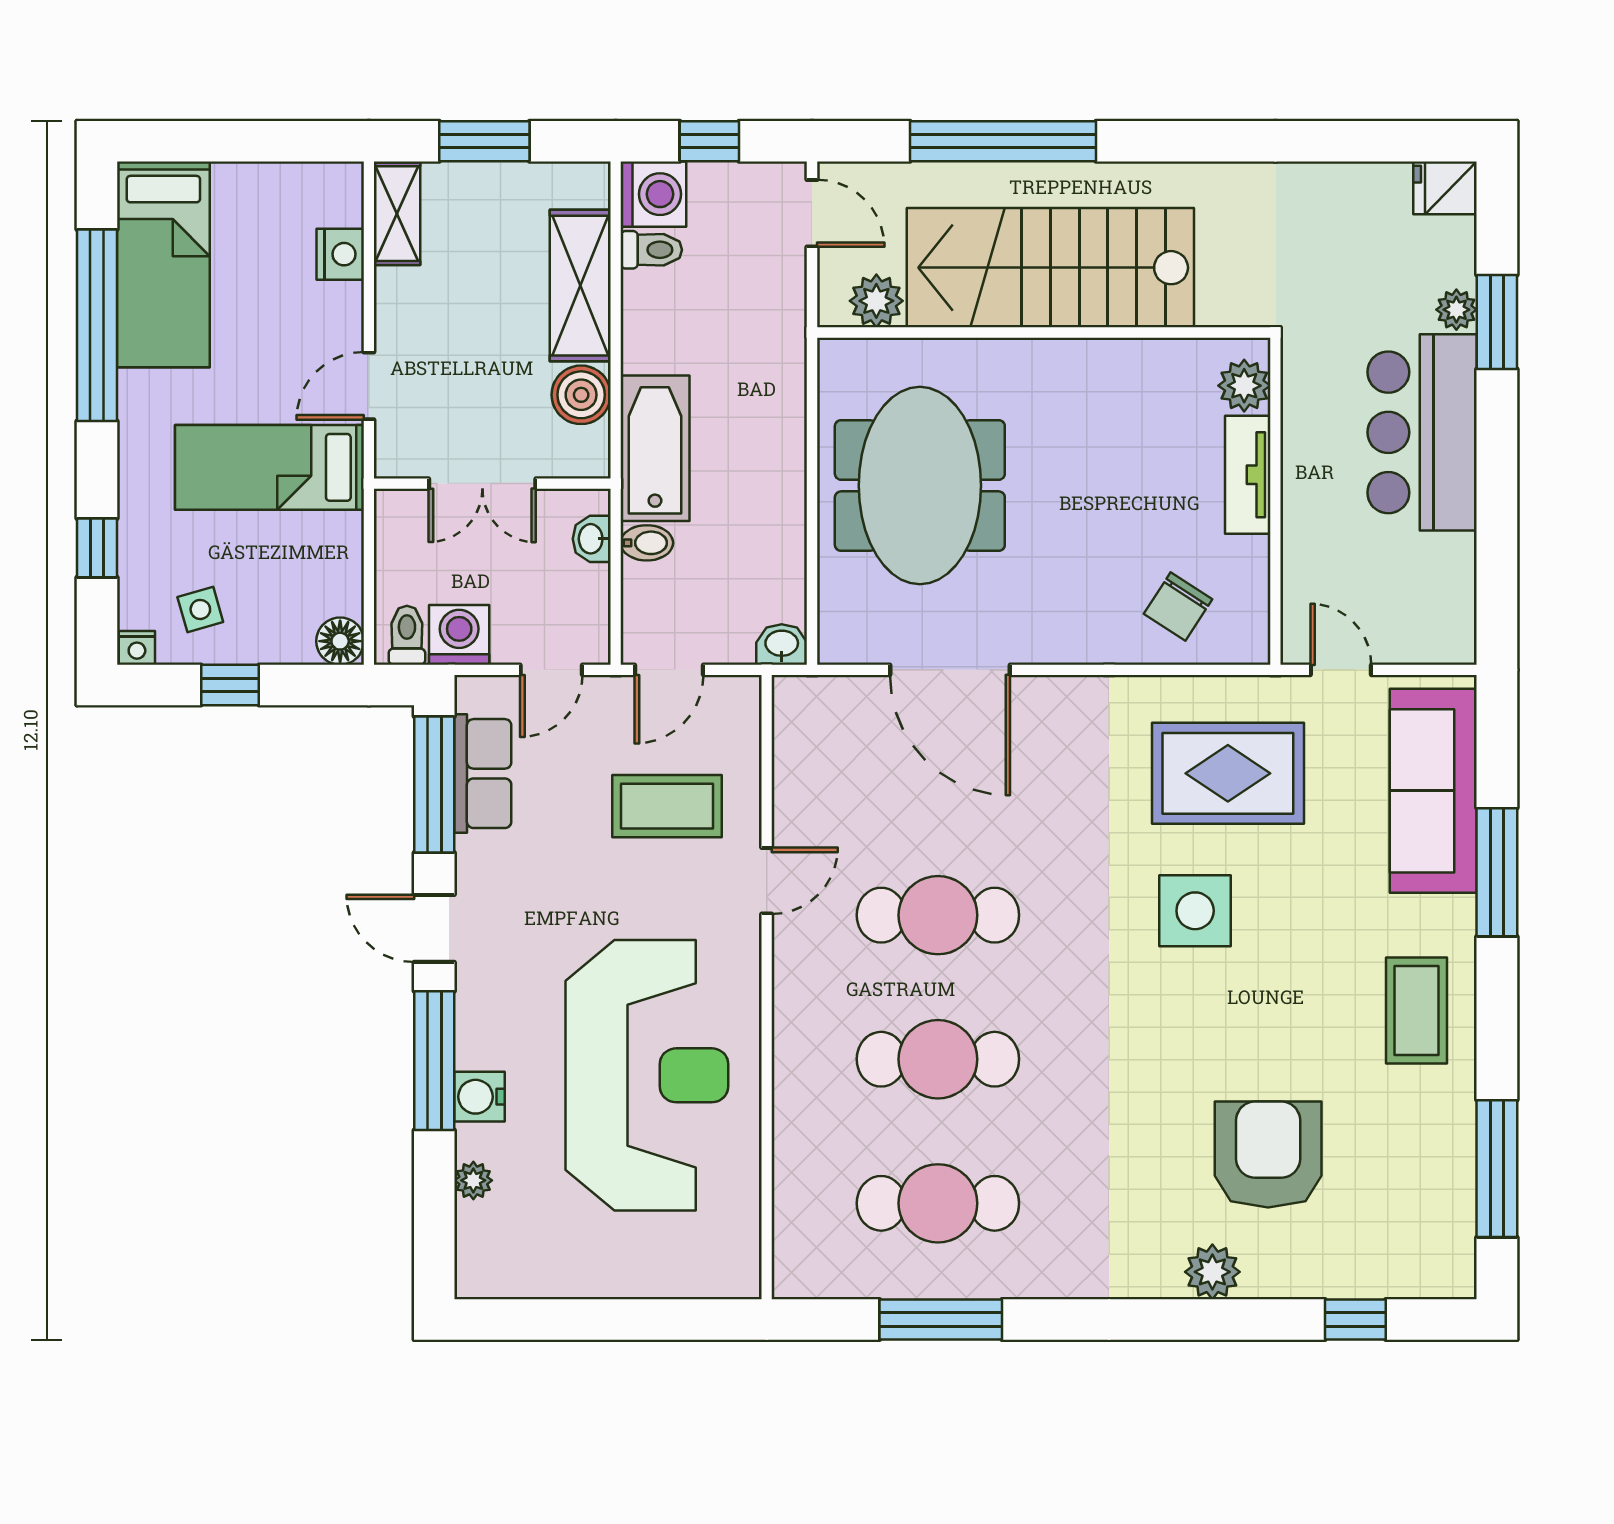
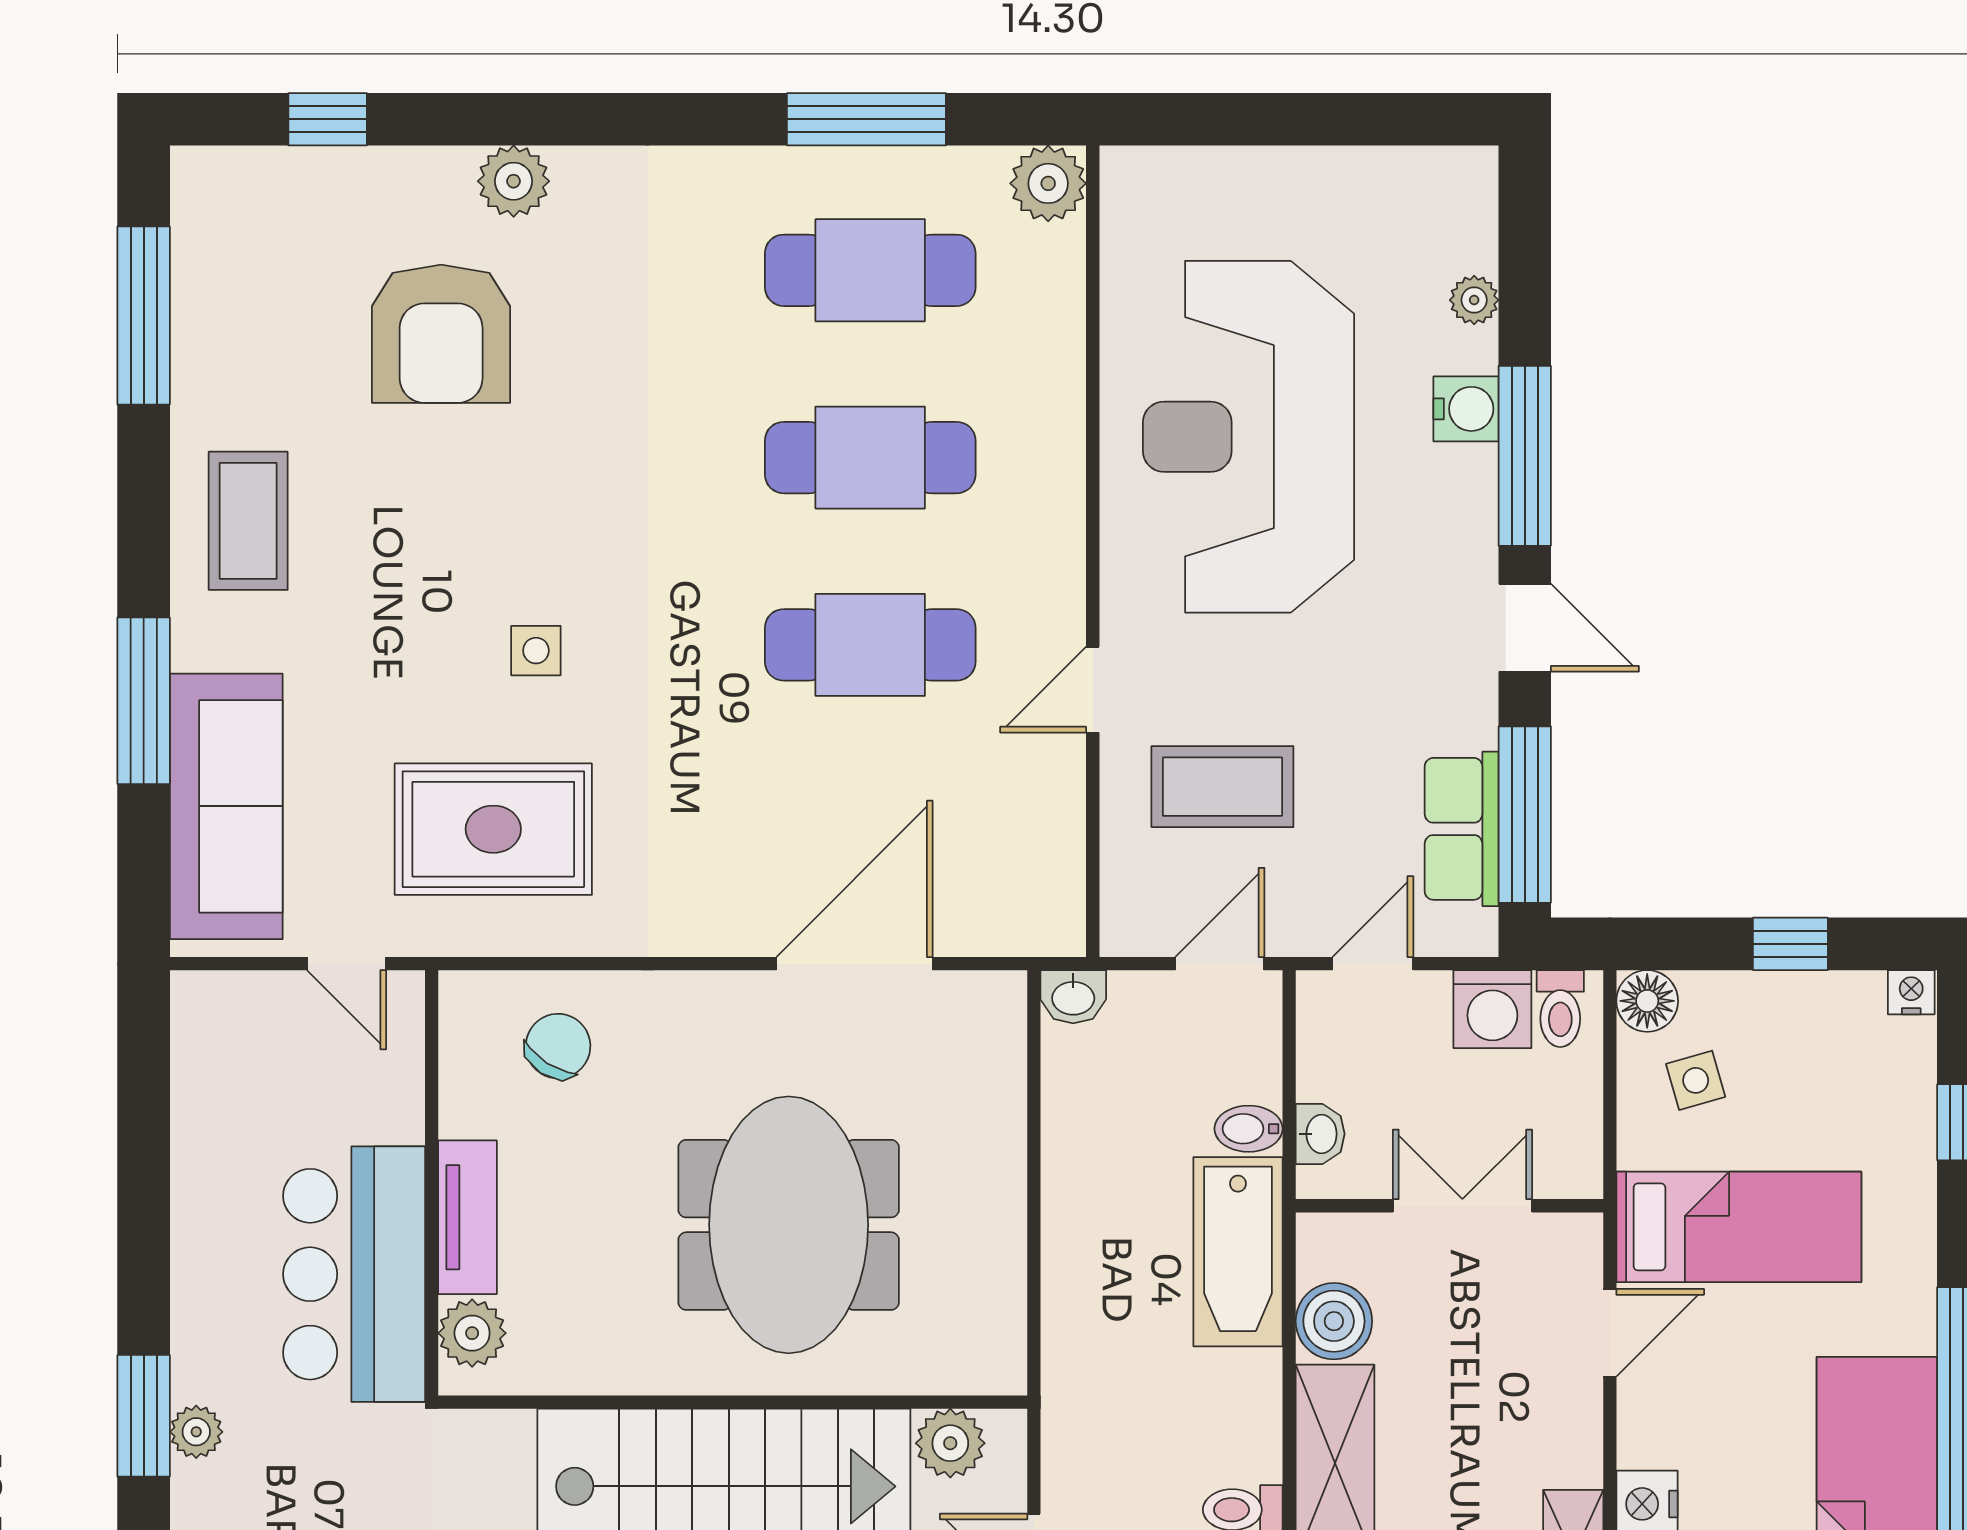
bar counter: (1422, 432) -> (354, 1274), moved, turned 180
meeting table: (920, 486) -> (789, 1225), moved
side table: (200, 609) -> (1696, 1080), moved
door: (950, 670) -> (855, 964), hinge flipped
side table: (1195, 911) -> (536, 651), width x0.54, depth x0.54
plant: (801, 1270) -> (1048, 183), added

